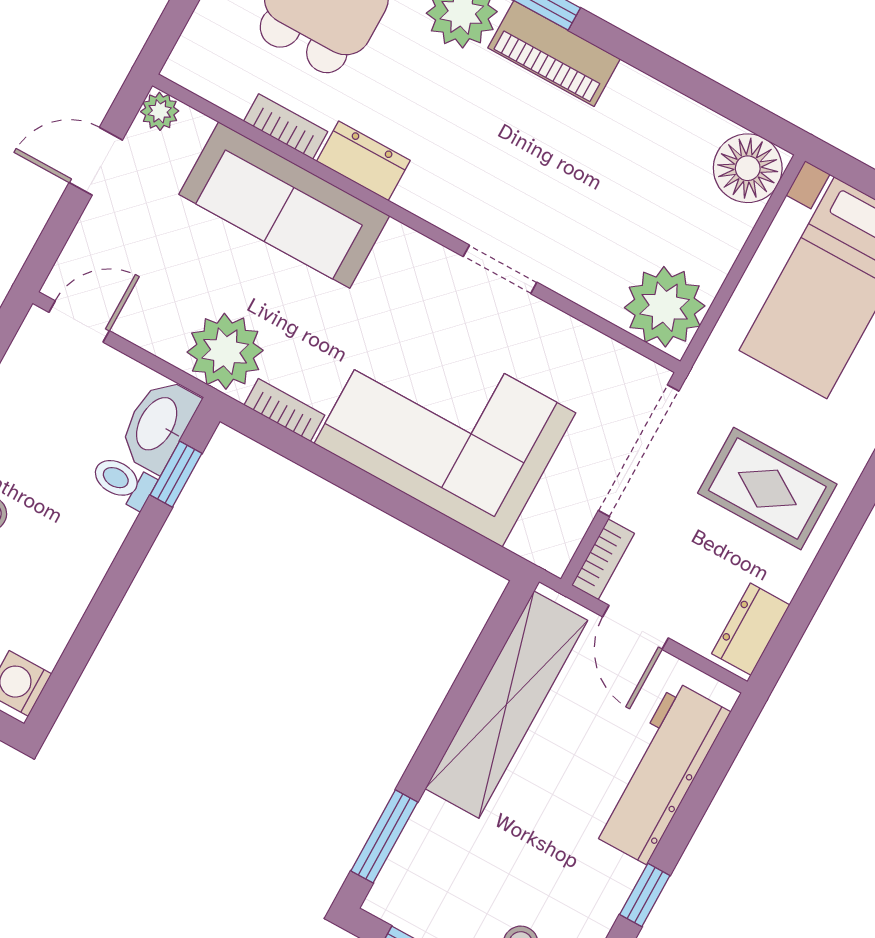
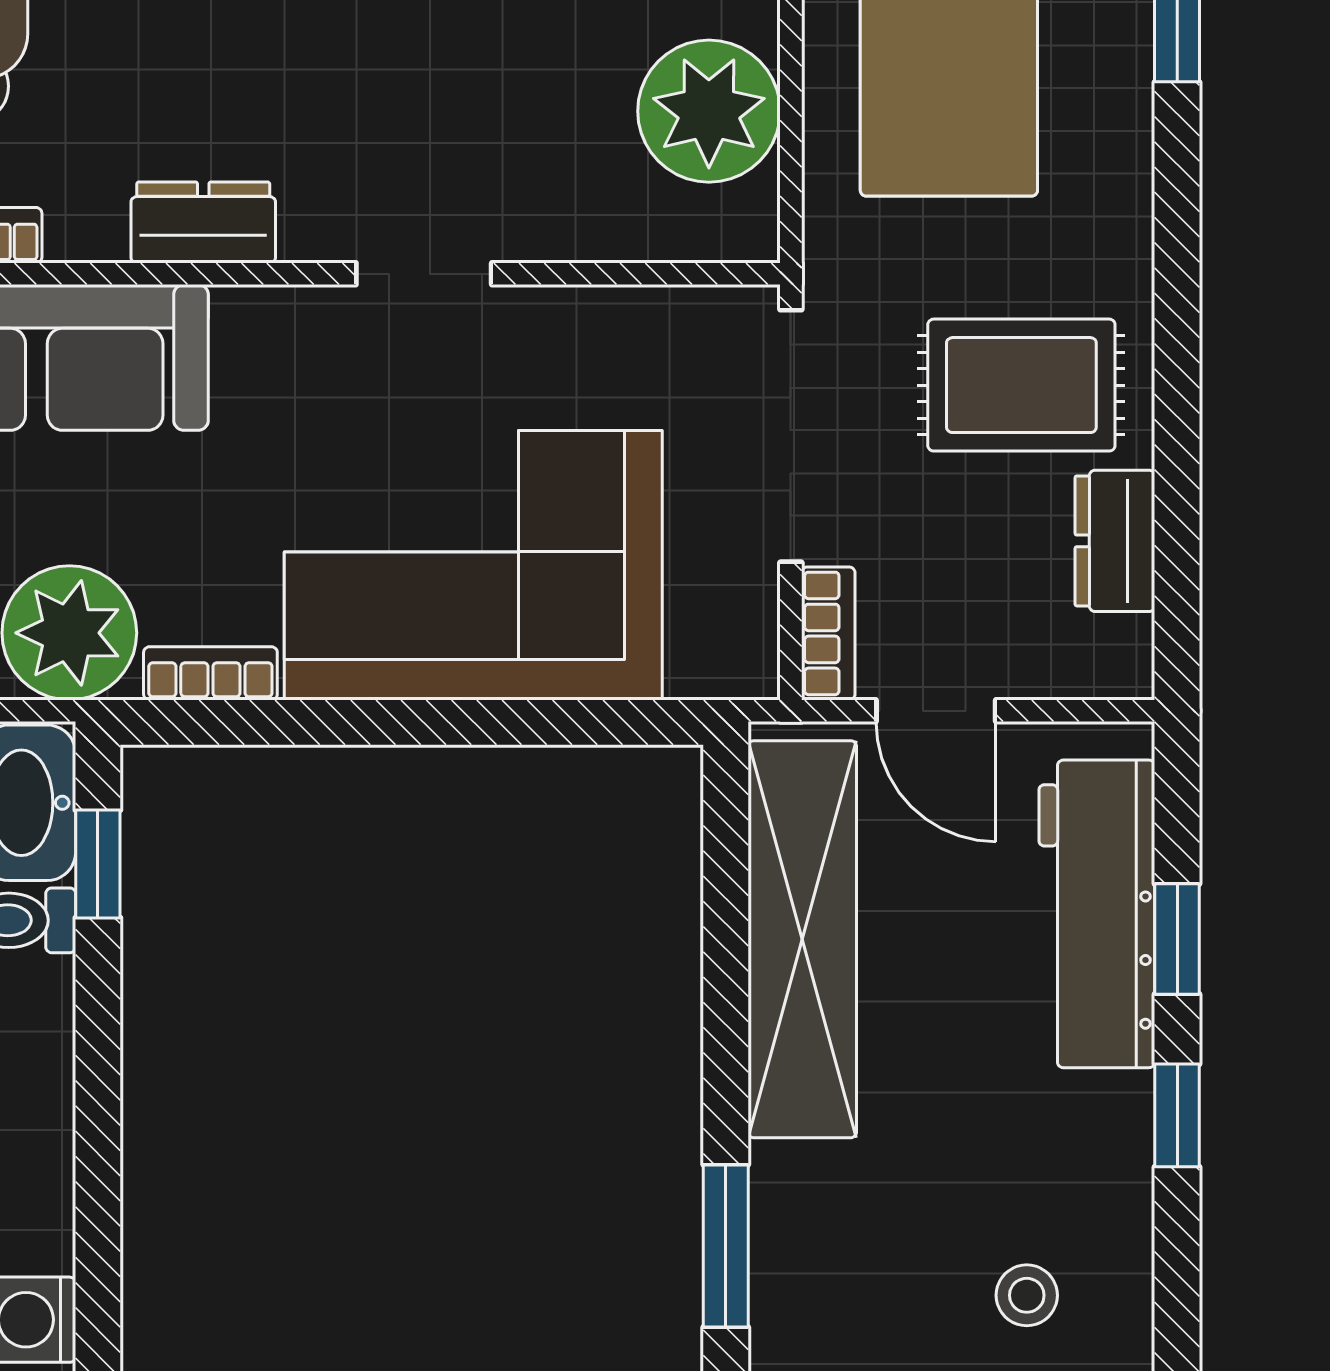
dresser: (363, 161) -> (203, 222), moved
plant: (665, 307) -> (709, 111), moved
dresser: (751, 629) -> (1115, 541), moved
window: (693, 807) -> (1177, 939), added

